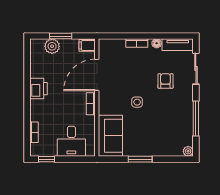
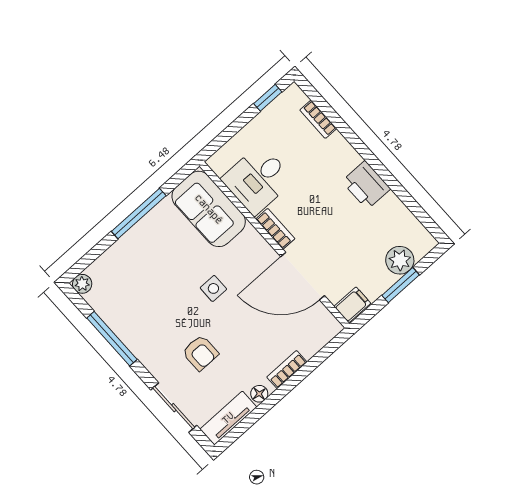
door: (97, 75) -> (303, 276), swing flipped
desk: (71, 141) -> (258, 180), moved, turned -90
window: (140, 159) -> (139, 214), width x1.44

